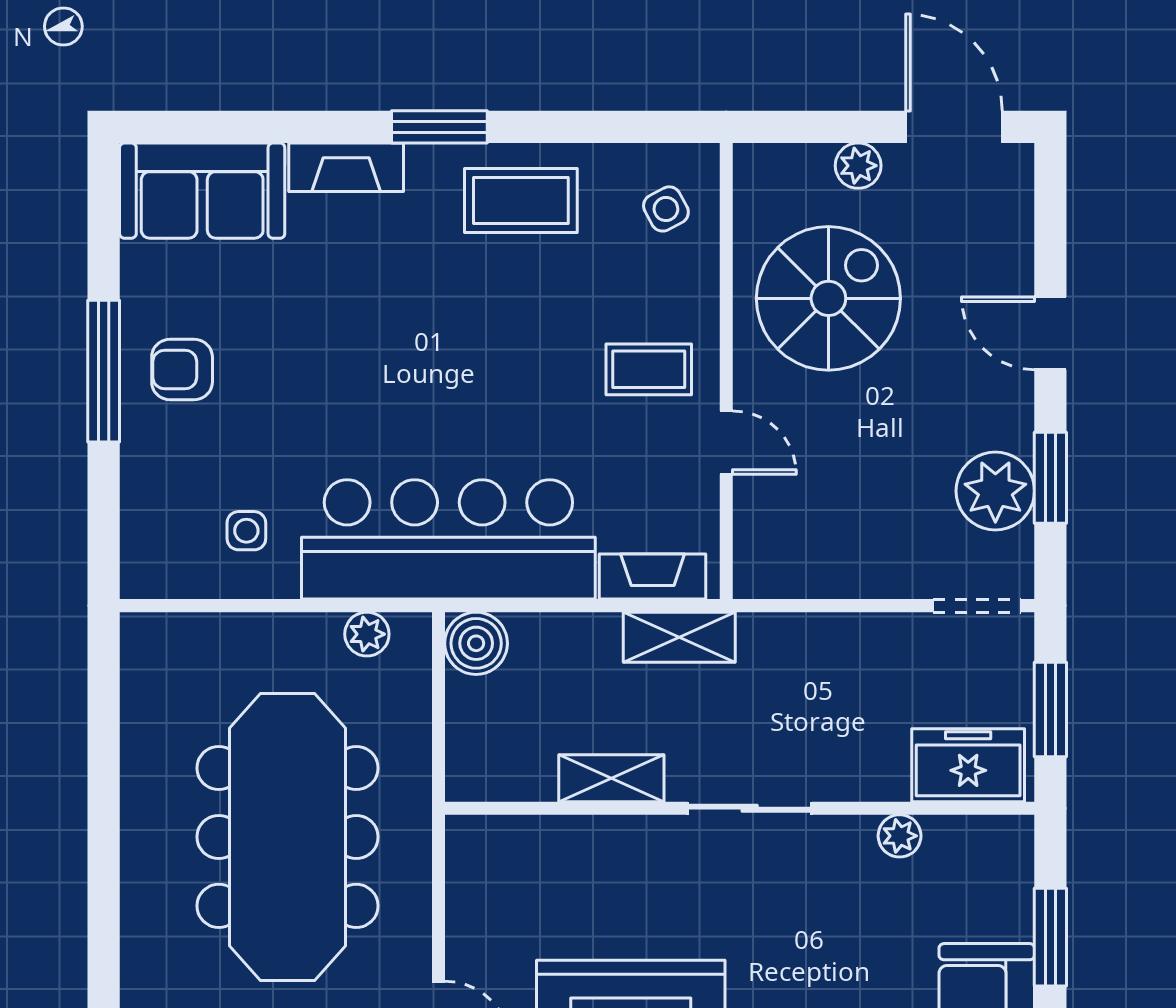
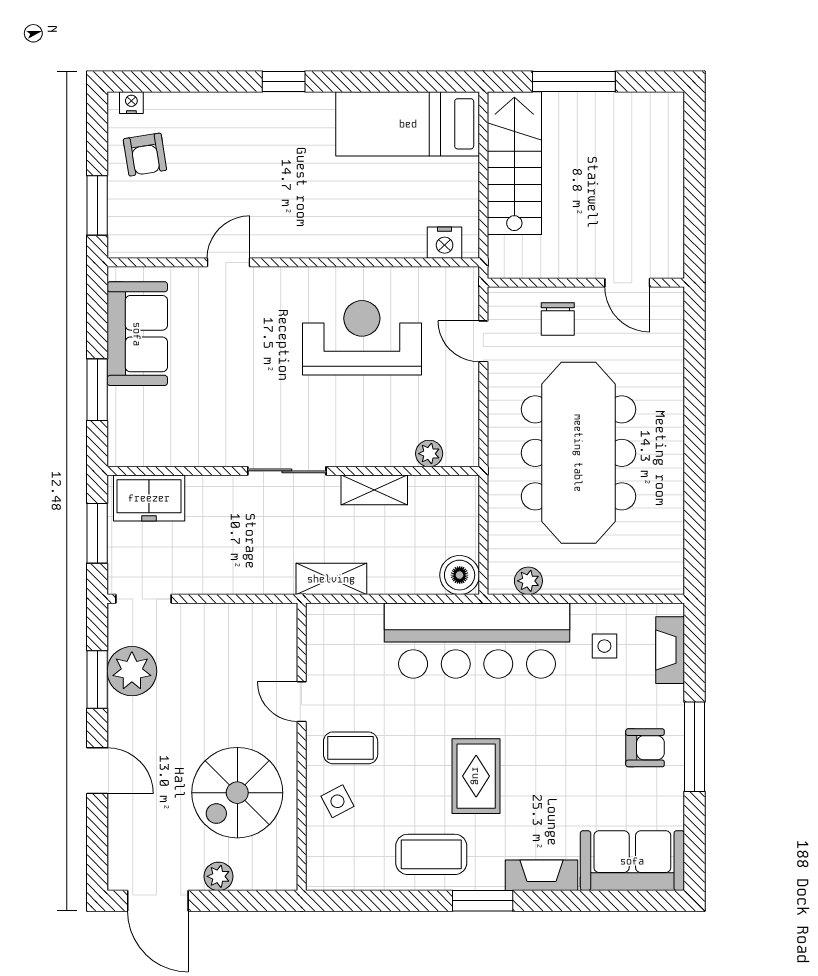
side table: (666, 209) -> (337, 801), moved
rug: (450, 325) -> (476, 776), added
fireplace: (653, 577) -> (670, 650), moved, turned 90
plant: (900, 836) -> (429, 454), moved

